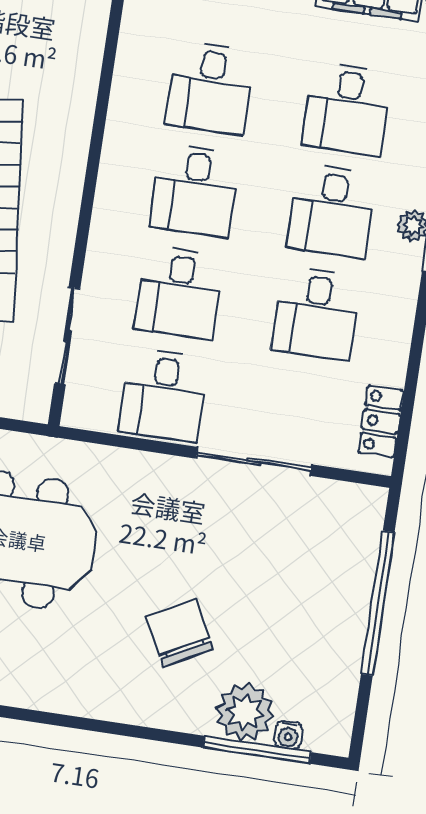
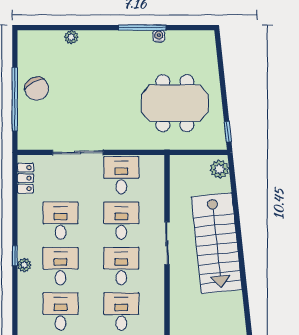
sliding door: (67, 336) -> (167, 243), moved
chair: (180, 633) -> (37, 89), moved
plant: (245, 712) -> (71, 37), width x0.53, depth x0.53
water cooler: (288, 735) -> (159, 36), moved
window: (257, 750) -> (142, 28), moved

